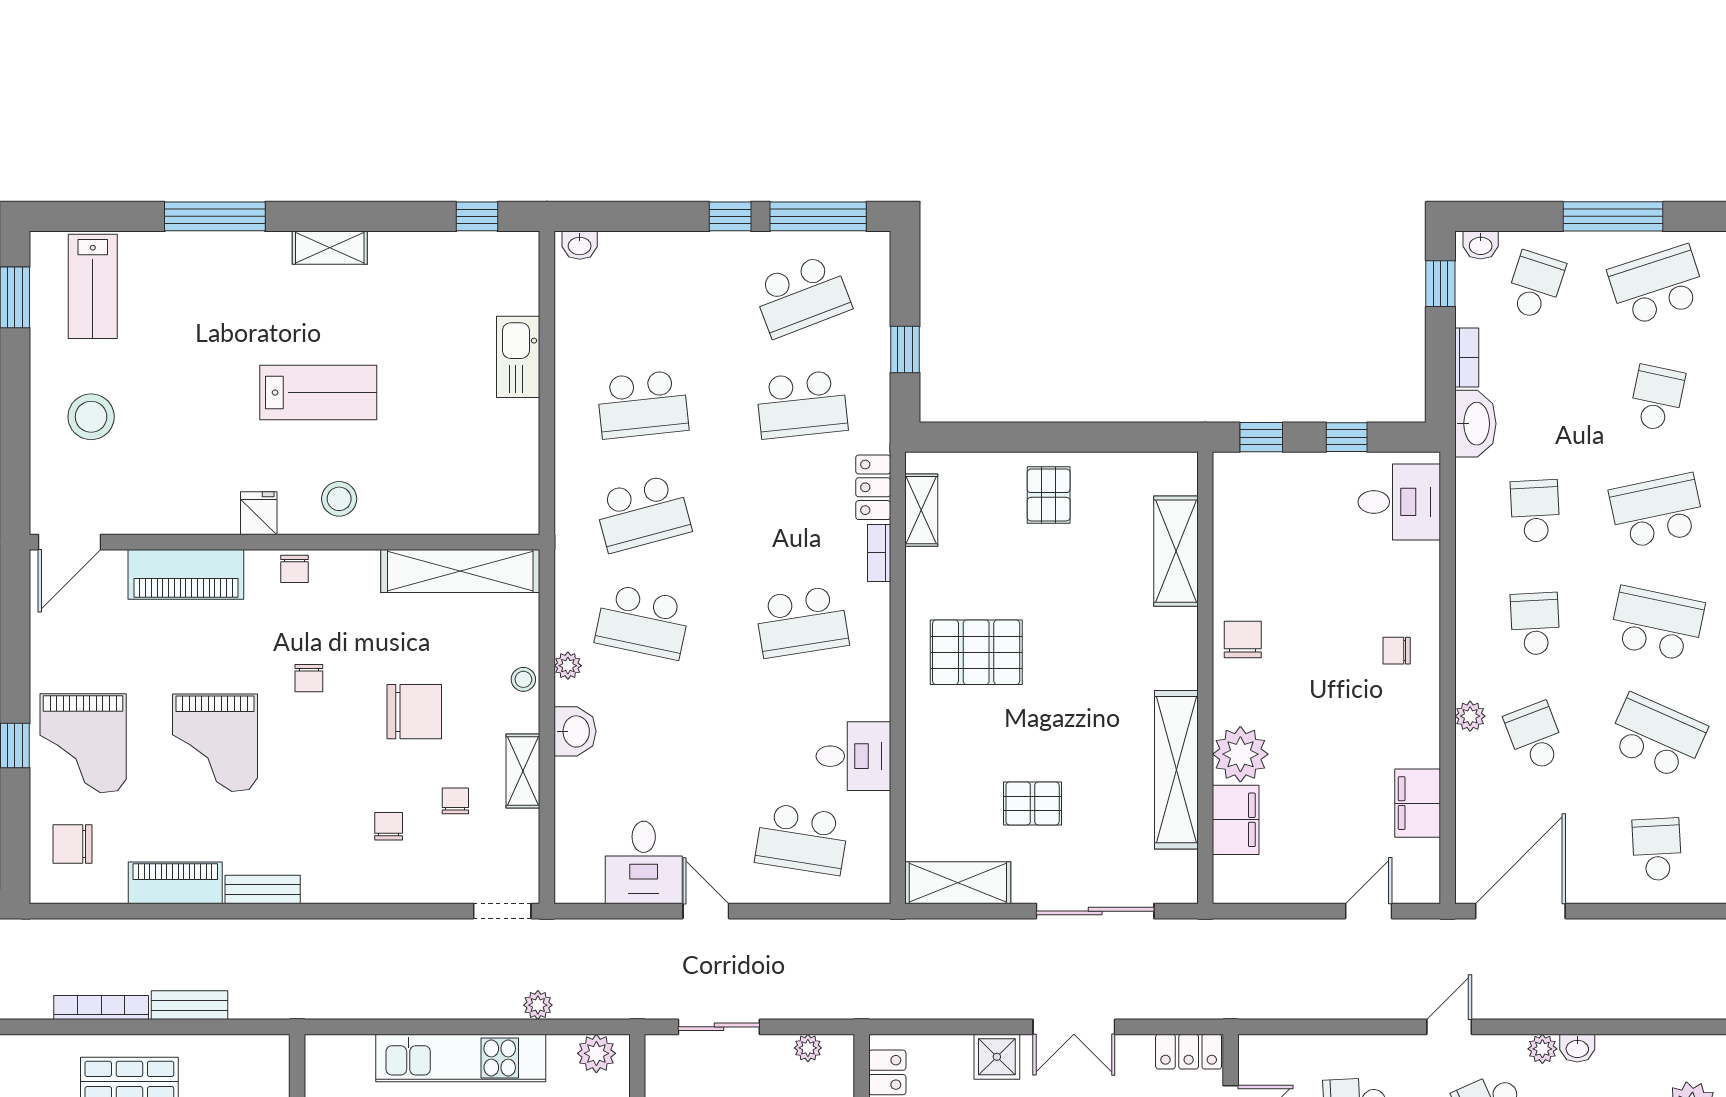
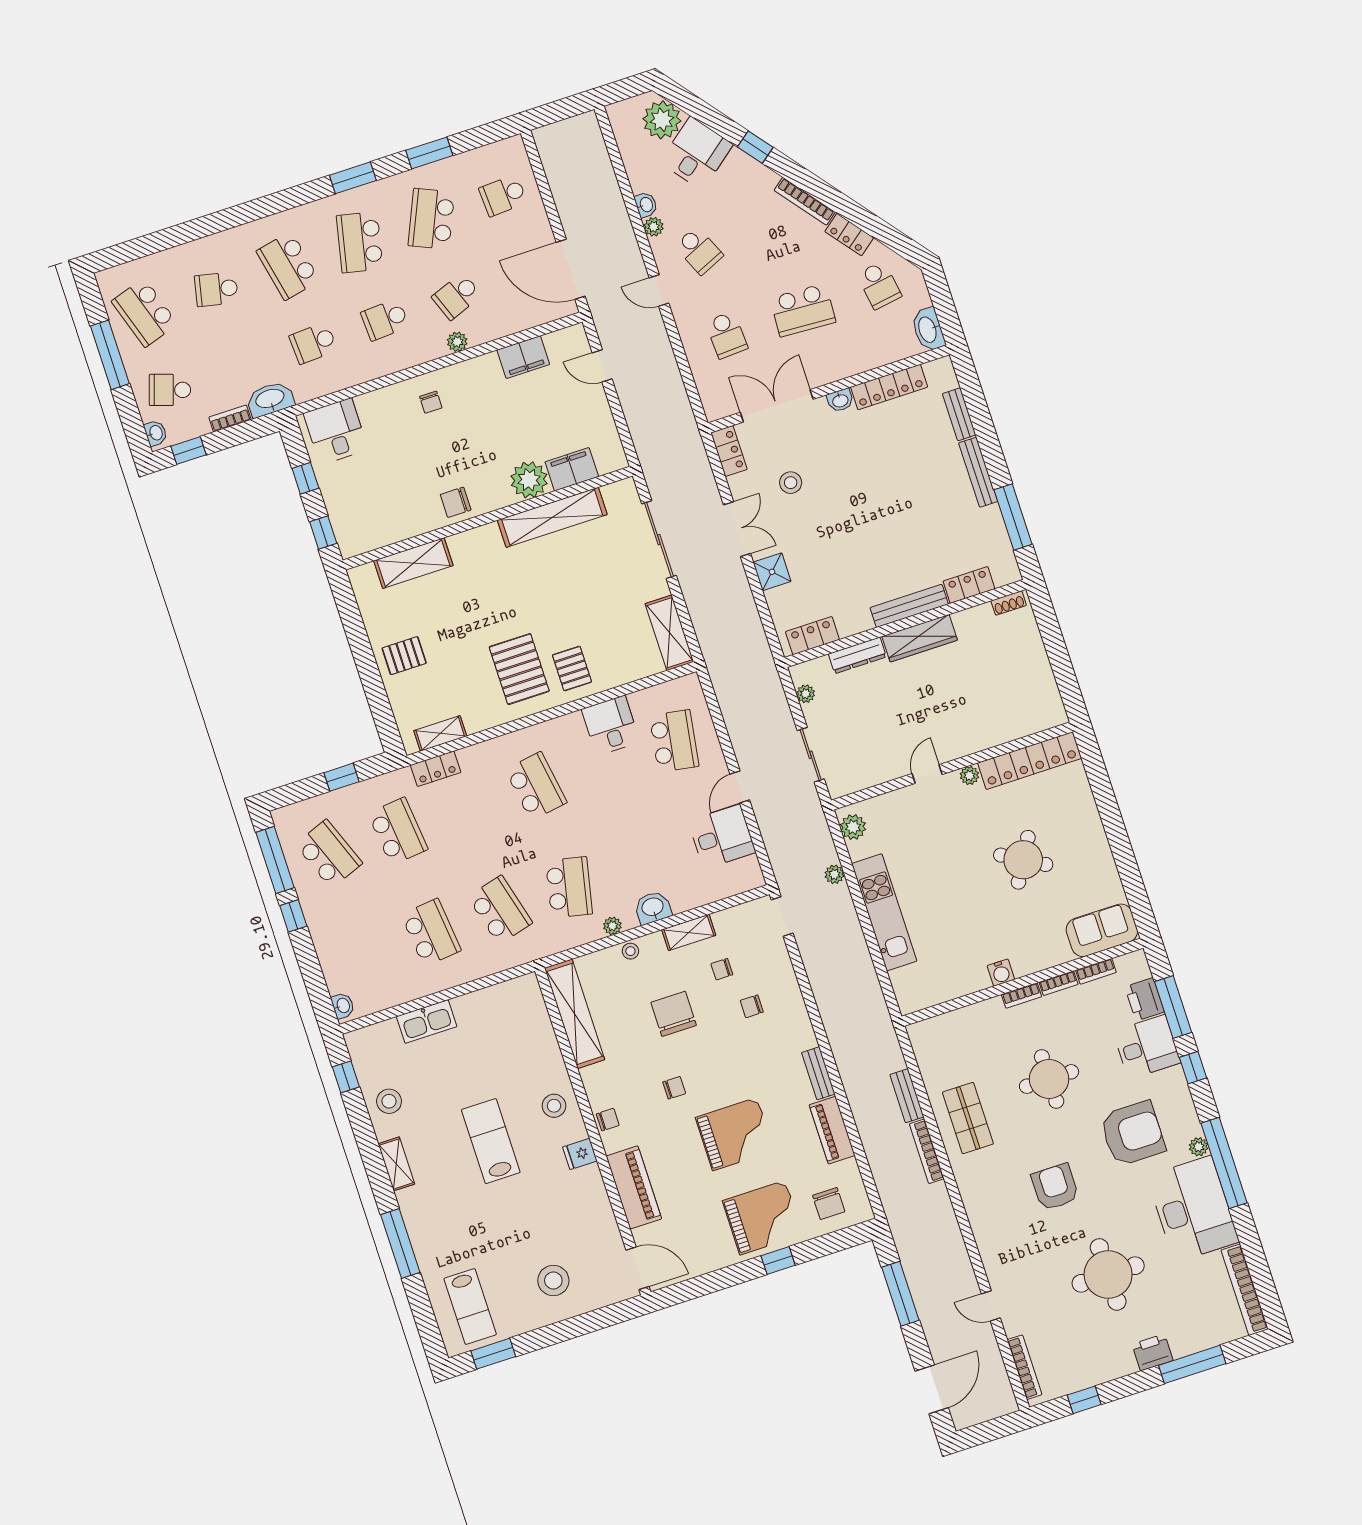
stool: (422, 266) -> (389, 1101), added
lab bench: (93, 286) -> (470, 1306), turned 90
bookcase: (879, 553) -> (476, 751), removed
pallet: (1033, 803) -> (572, 668), moved

